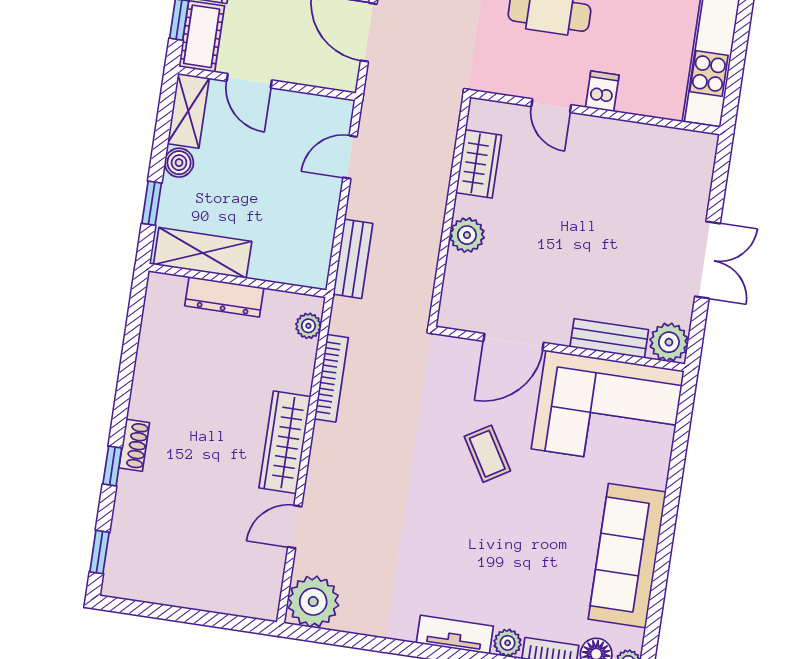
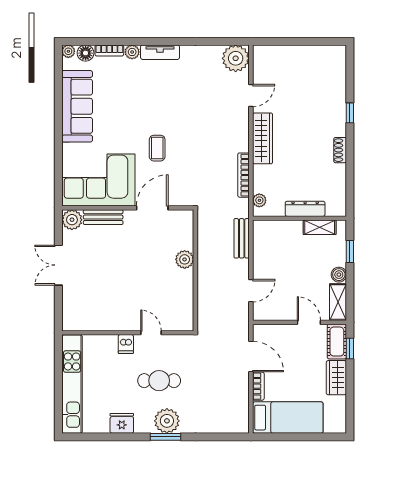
wardrobe: (479, 164) -> (184, 297), removed
shelving: (203, 253) -> (320, 227), width x0.67, depth x0.75
shoe rack: (134, 445) -> (340, 150), moved
coffee table: (487, 454) -> (157, 148), turned 31
window: (99, 552) -> (350, 67), removed

